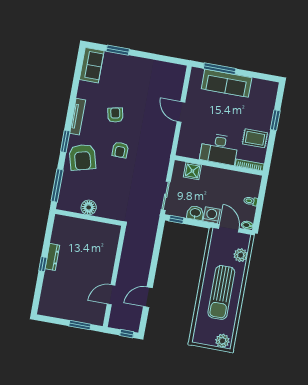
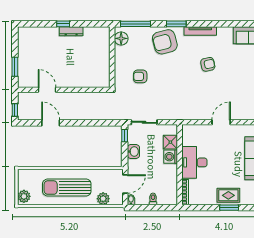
rug: (255, 138) -> (228, 195), moved, turned 90
armchair: (120, 150) -> (140, 76), moved
floor lamp: (89, 207) -> (121, 38), moved
washing machine: (212, 215) -> (171, 157), moved, turned 180

